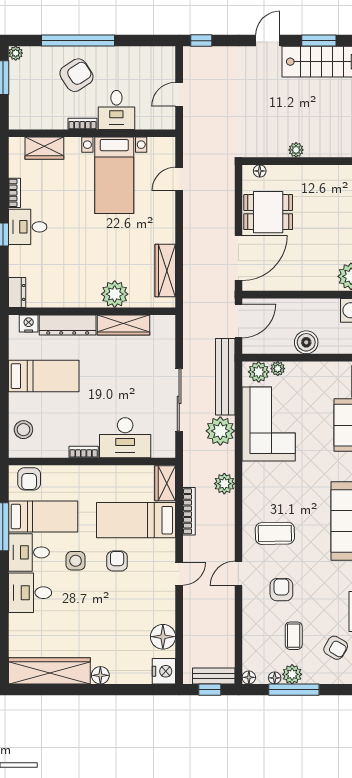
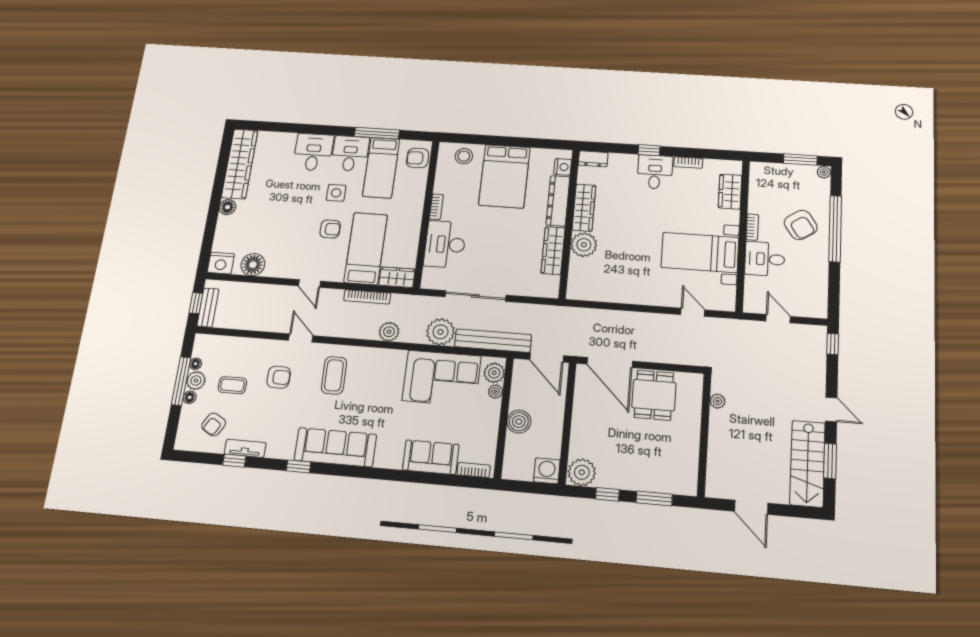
plant: (296, 150) -> (718, 401), moved
floor lamp: (260, 171) -> (696, 390), removed
wardrobe: (165, 270) -> (584, 208), moved, turned 90
bed: (44, 376) -> (504, 176), width x1.50
floor lamp: (249, 677) -> (190, 397), moved

